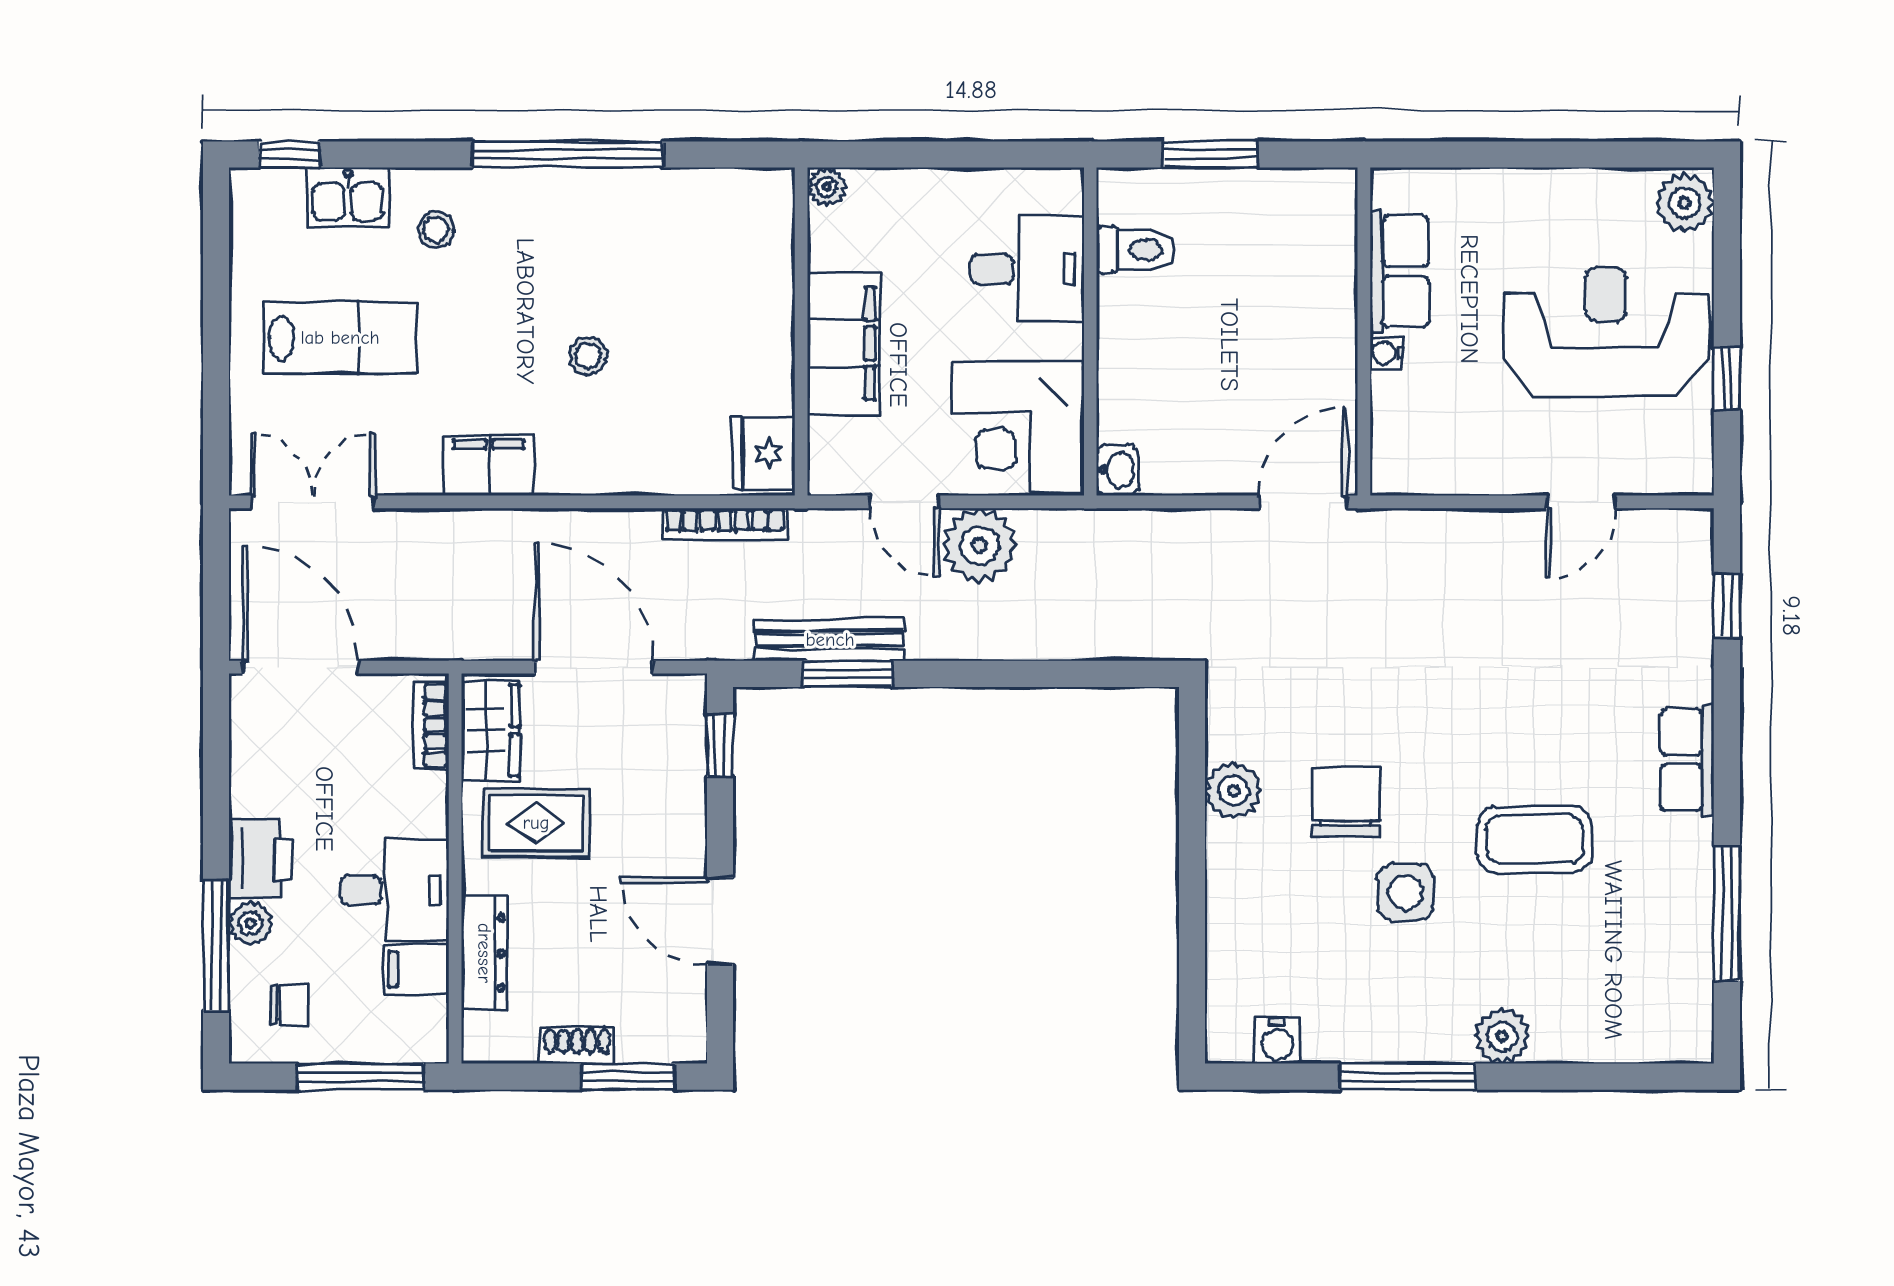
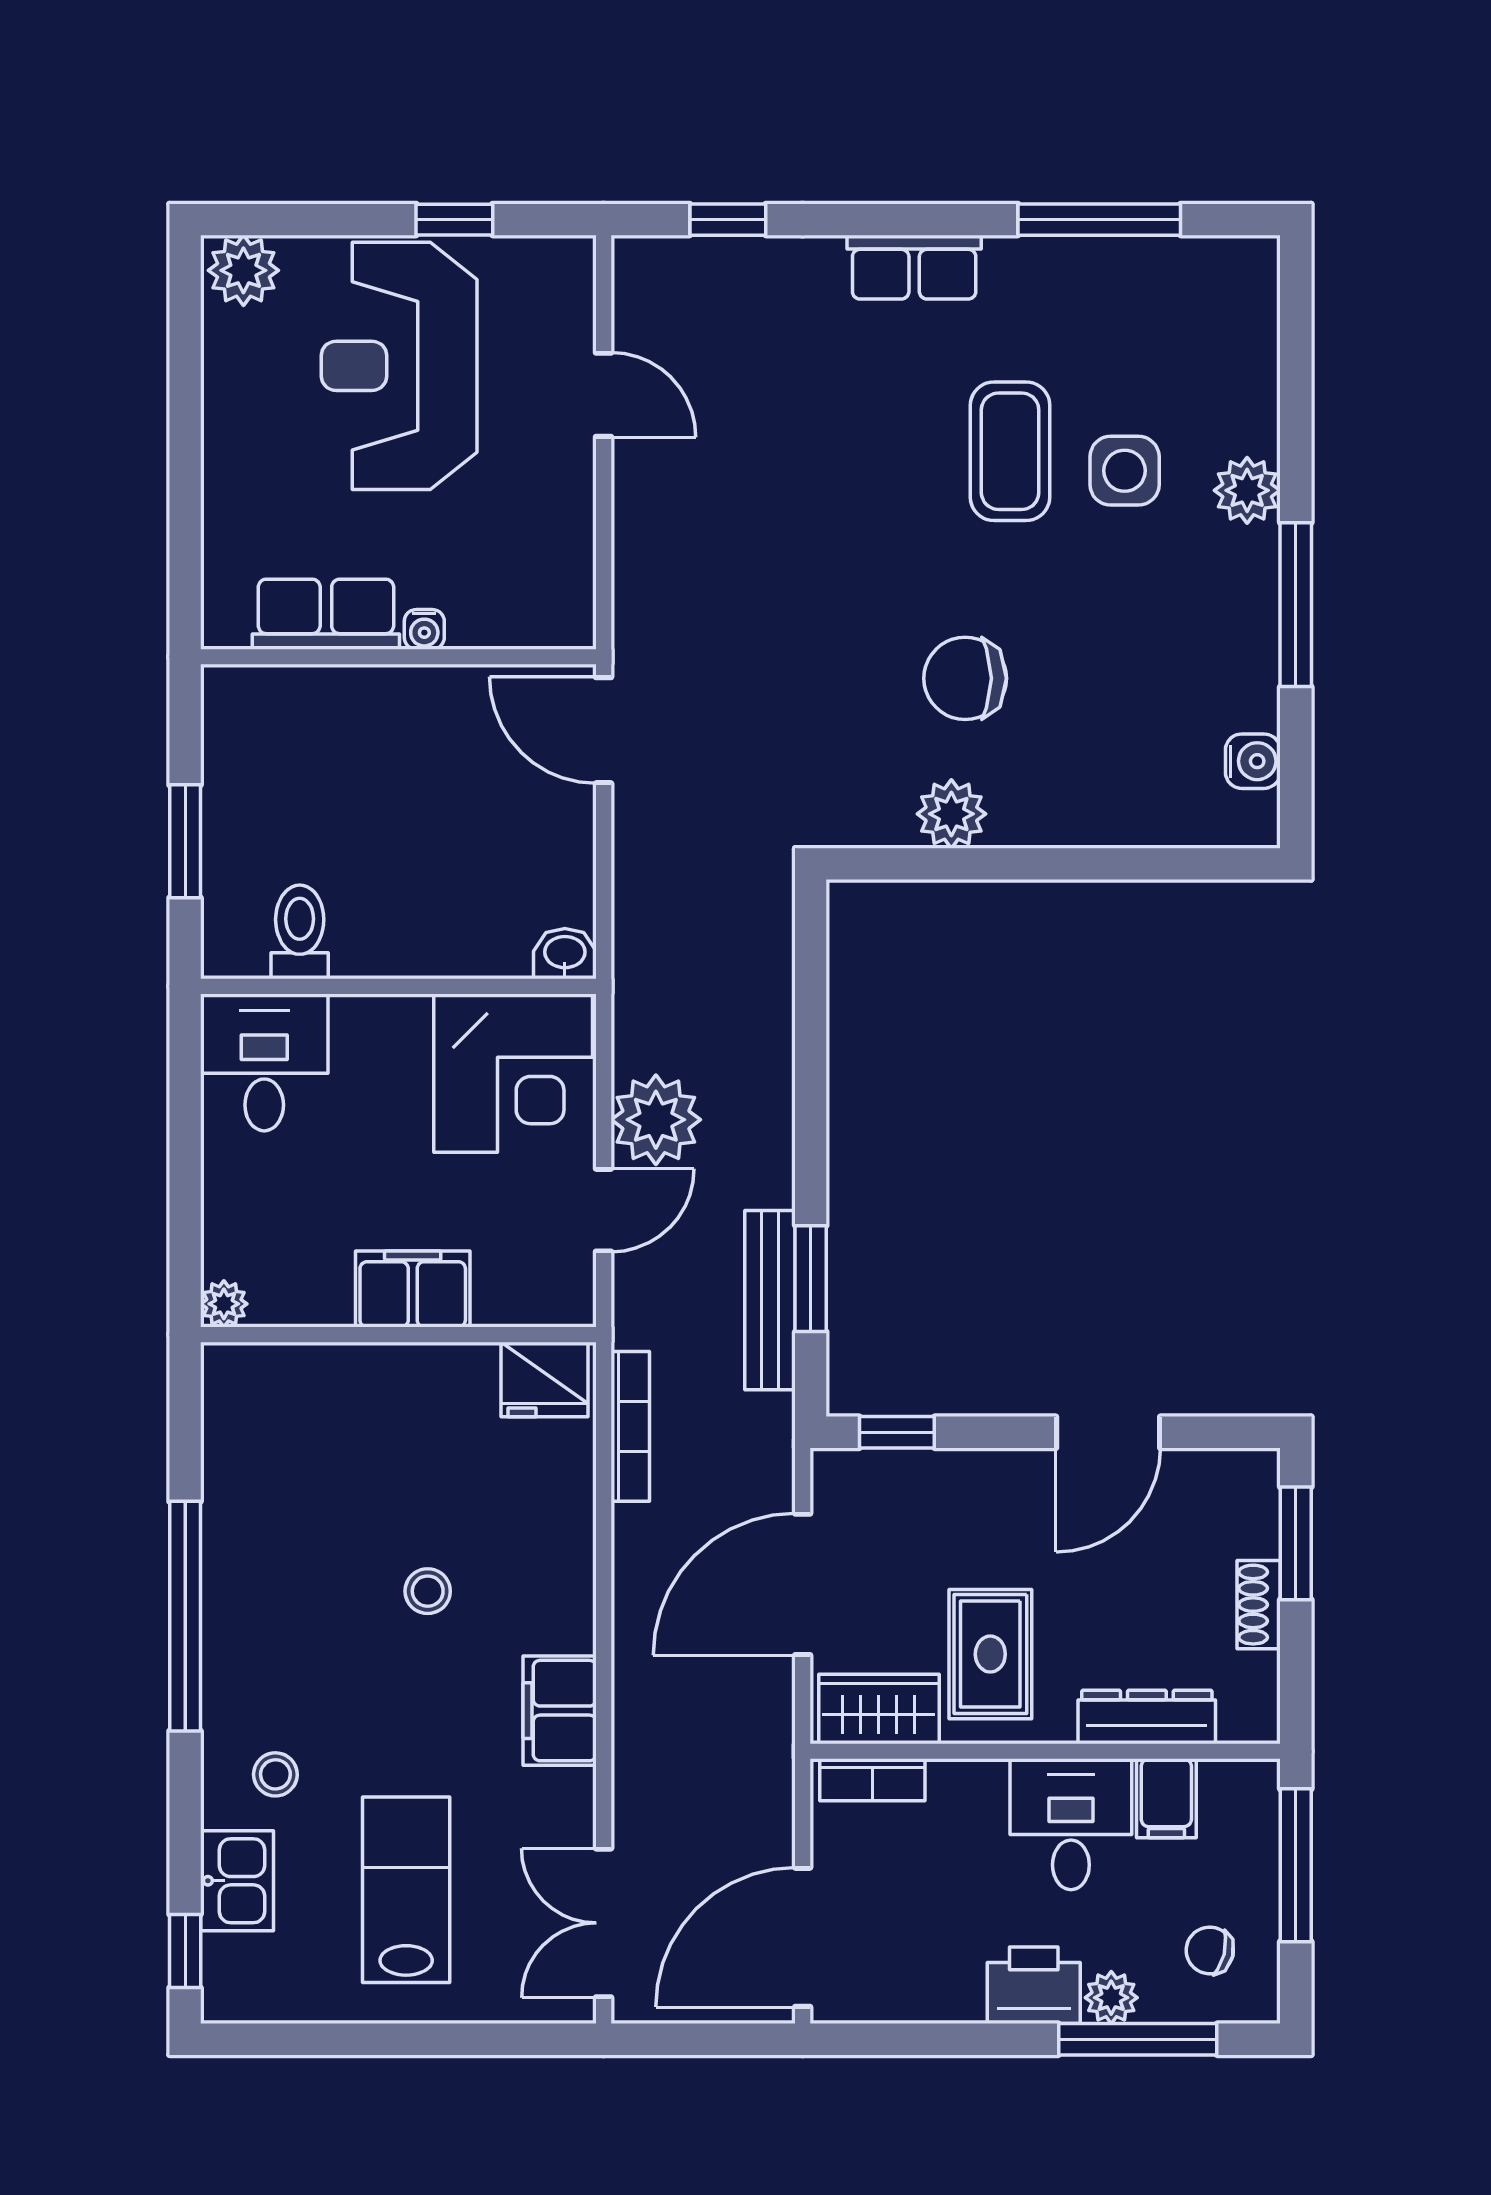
desk: (1027, 269) -> (264, 1062), moved
filing cabinet: (844, 343) -> (413, 1289), width x0.67, depth x0.86
side table: (1405, 892) -> (1125, 471), moved
chair: (290, 1005) -> (1210, 1950), turned -76

